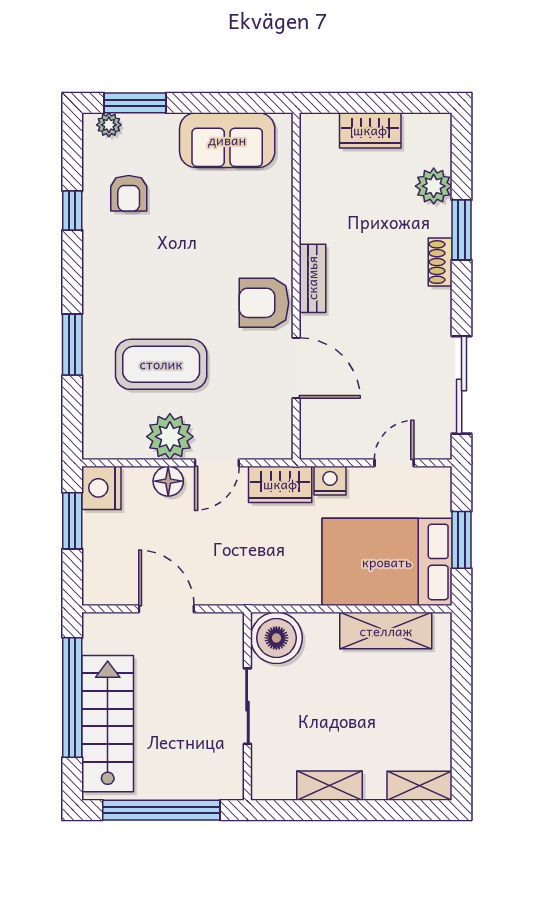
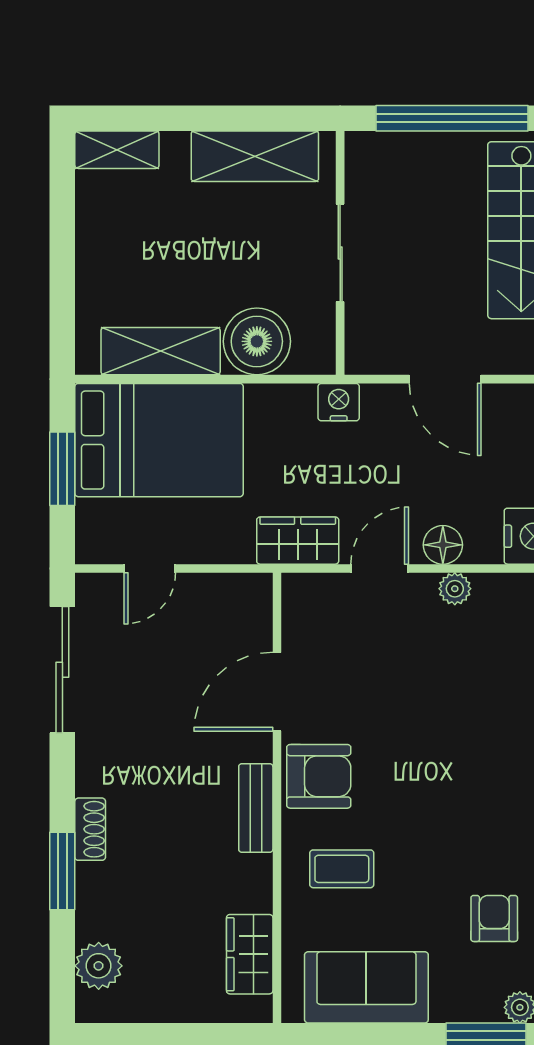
wardrobe: (370, 130) -> (250, 954), moved, turned -90
plant: (434, 186) -> (99, 966), moved
coffee table: (161, 364) -> (342, 869), moved, width x0.54, depth x0.58
door: (296, 368) -> (277, 692), hinge flipped
plant: (170, 437) -> (455, 589), width x0.53, depth x0.53
nightstand: (330, 481) -> (339, 402), moved, turned 180
boiler: (276, 638) -> (257, 341), moved
shelving: (329, 786) -> (255, 156), width x1.50, depth x1.33

